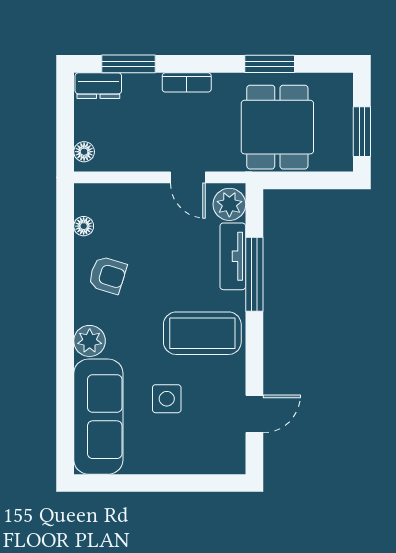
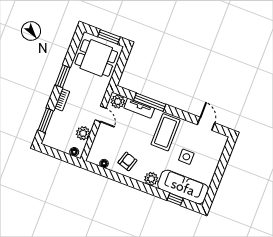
window: (270, 64) -> (63, 76), moved
dresser: (98, 86) -> (50, 136), removed
dining table: (277, 127) -> (96, 58), moved
plant: (132, 156) -> (83, 133), added
door: (188, 177) -> (101, 114), hinge flipped
window: (65, 410) -> (175, 199), added

